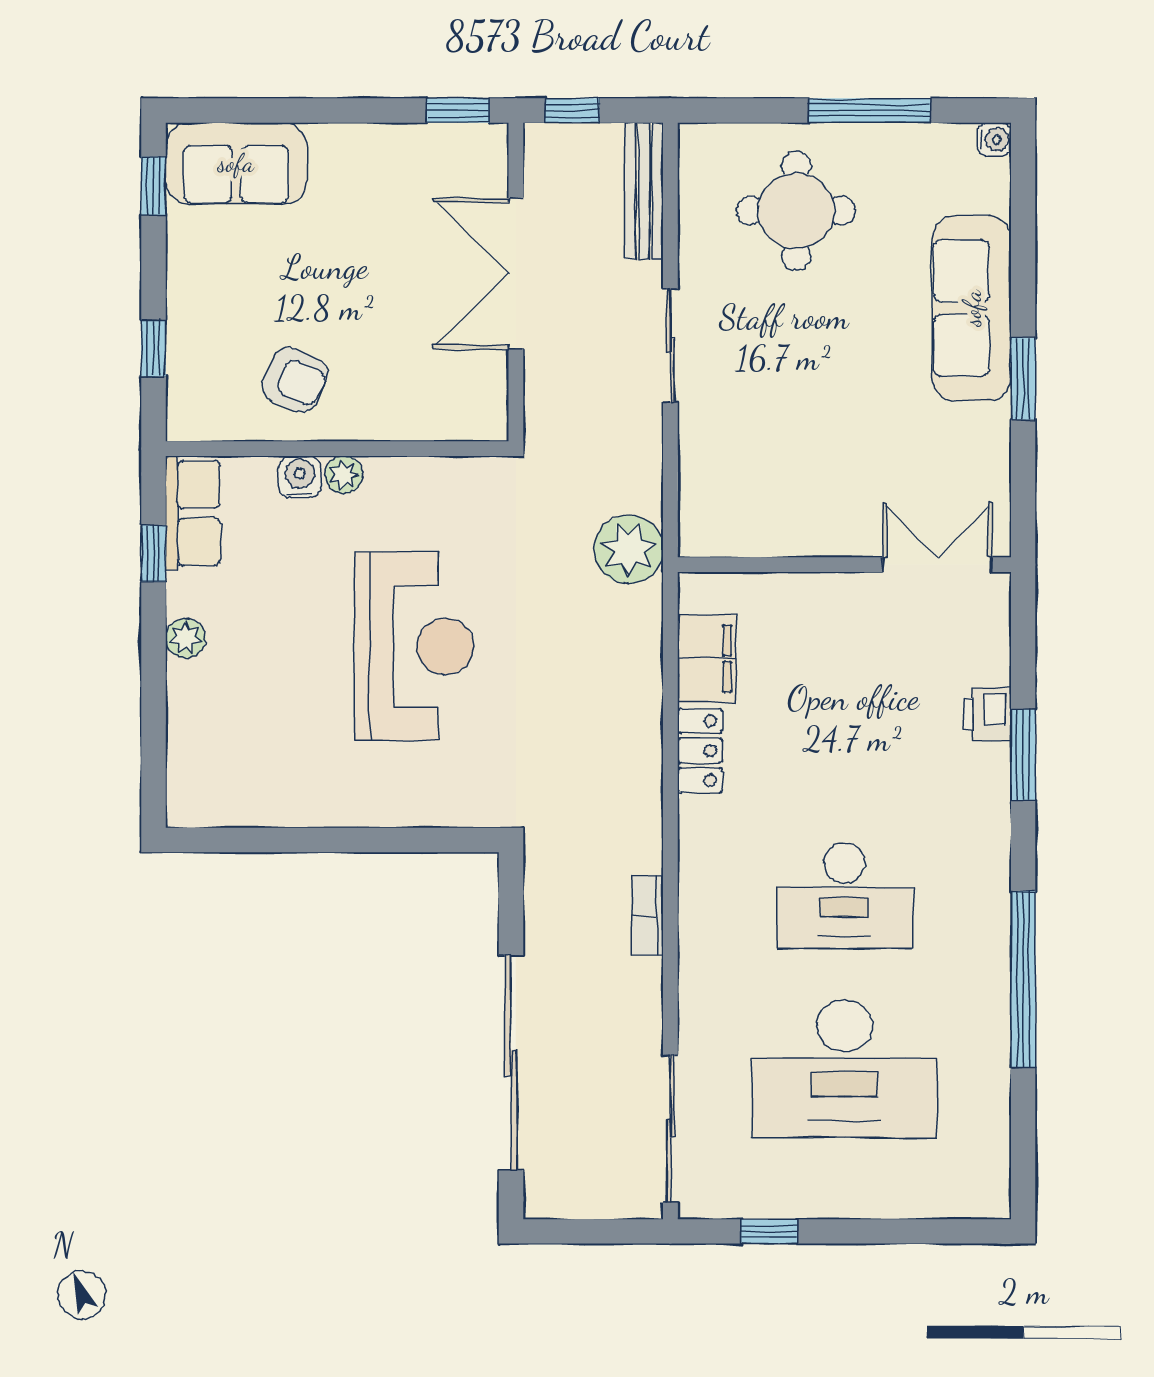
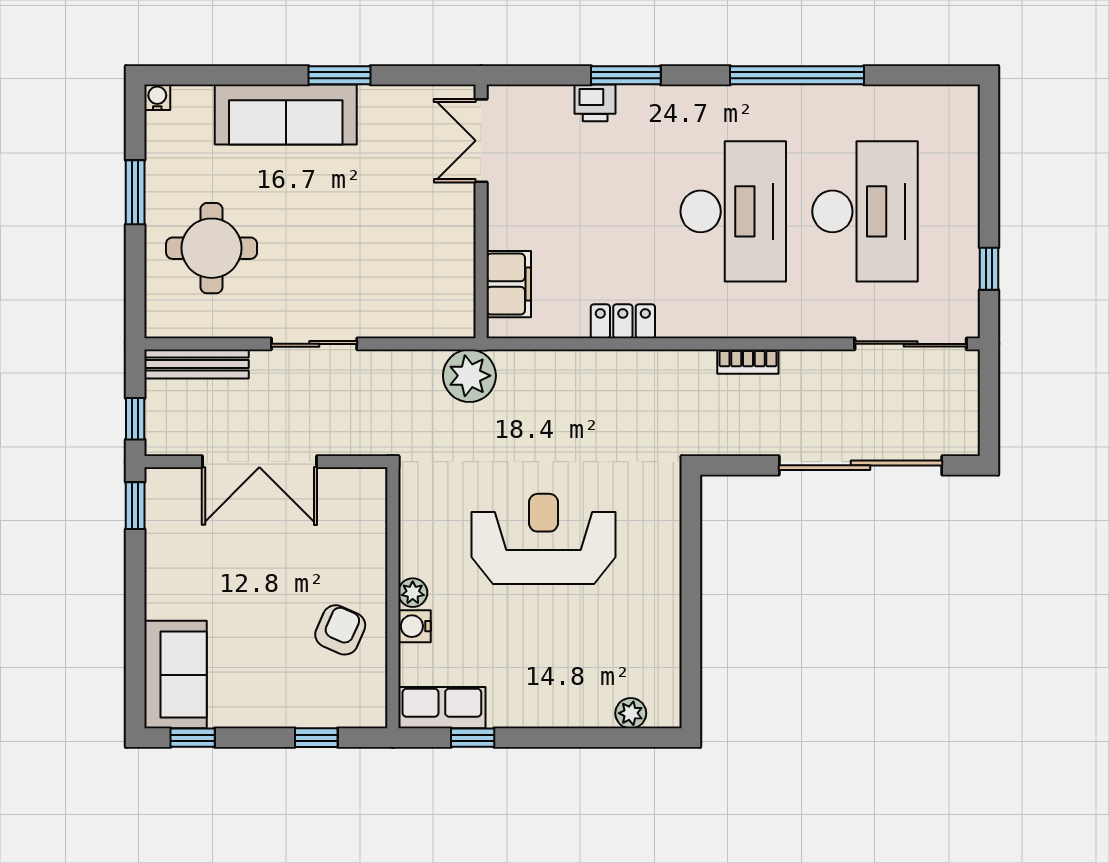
window: (870, 110) -> (135, 192), width x0.69
plant: (186, 638) -> (631, 713), moved
filing cabinet: (707, 659) -> (509, 284), moved, turned 90
desk: (844, 896) -> (733, 211), width x1.36, depth x1.30

